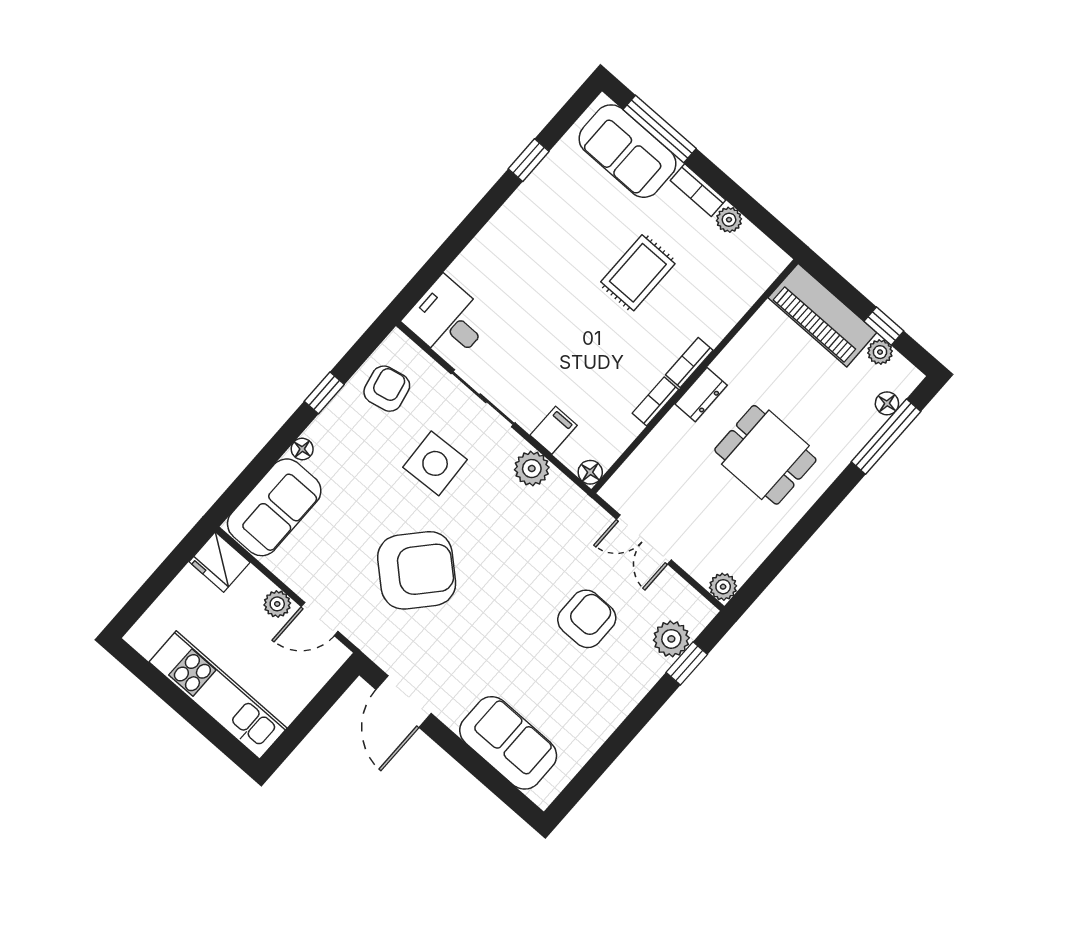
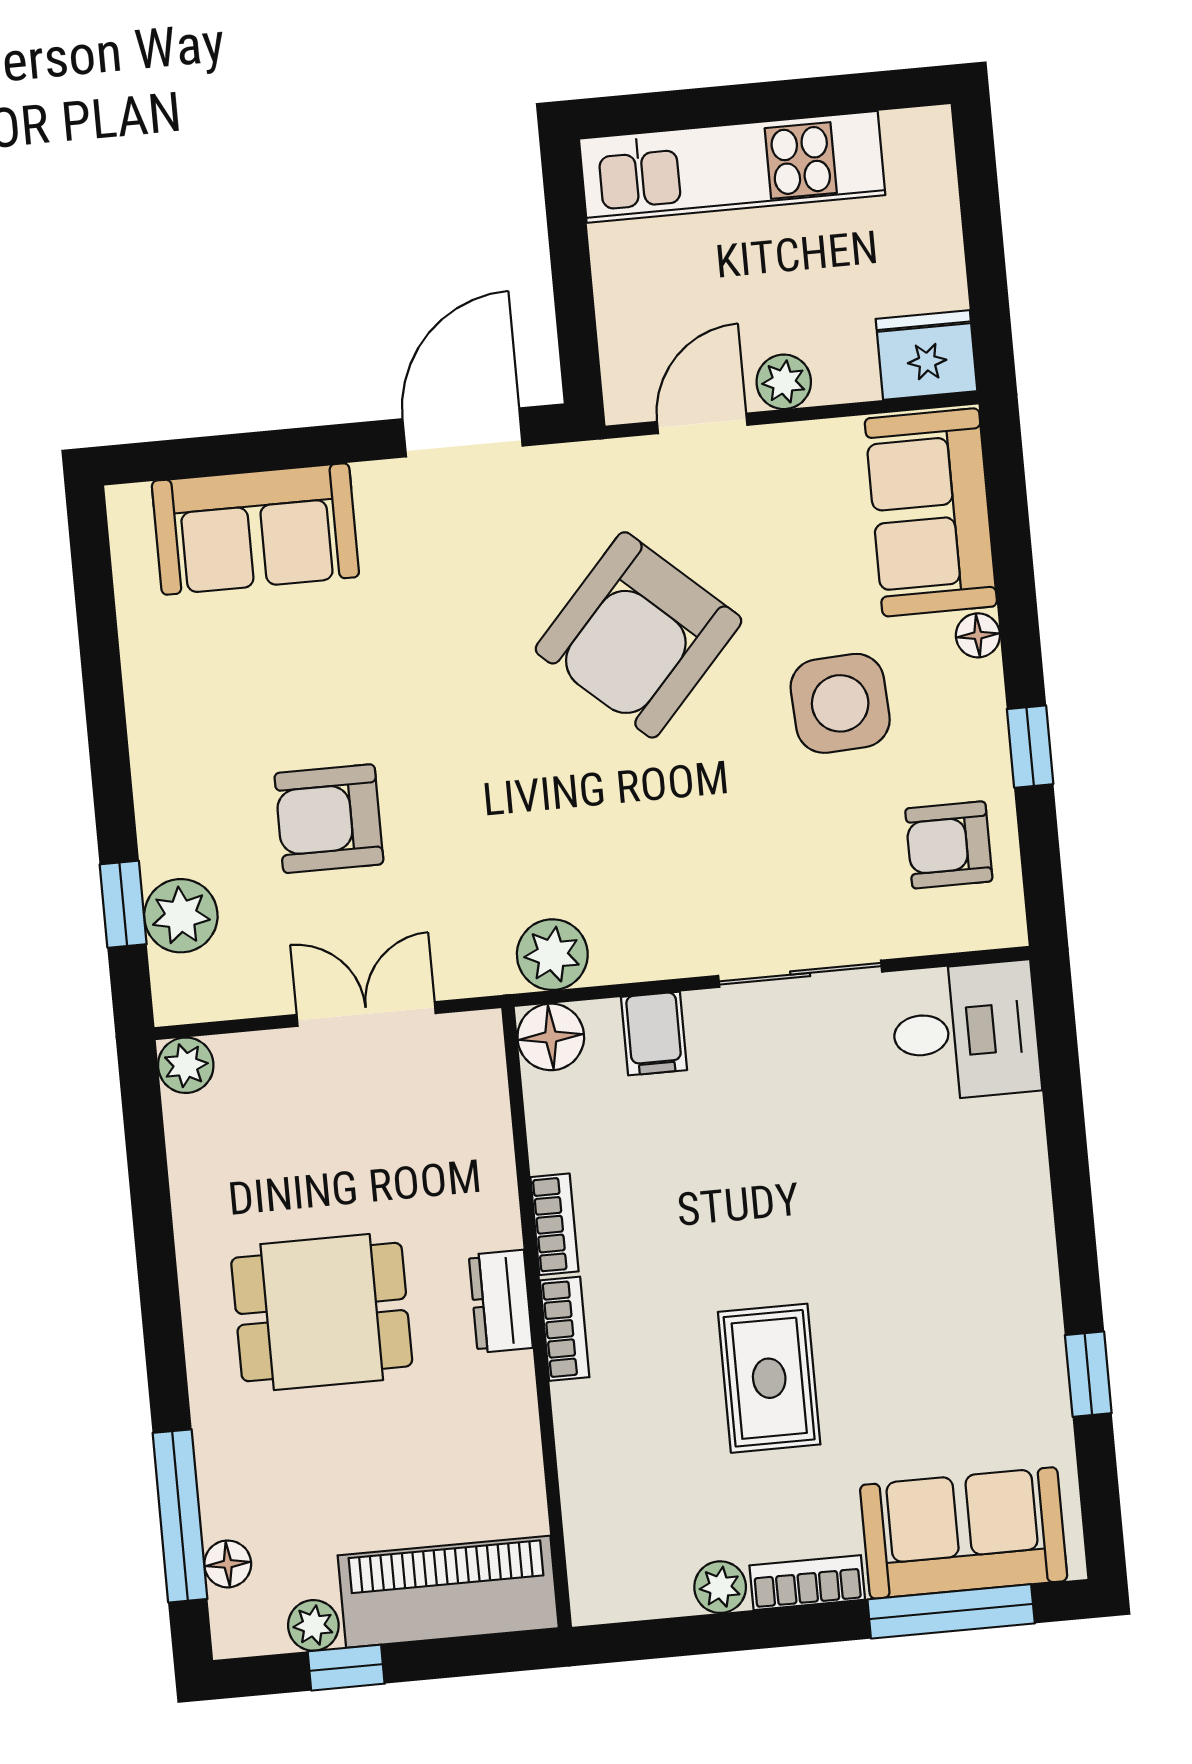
armchair: (387, 389) -> (949, 845), turned 102
side table: (435, 463) -> (840, 703), moved
plant: (532, 469) -> (552, 955), moved
floor lamp: (590, 472) -> (551, 1037), width x1.37, depth x1.37
armchair: (587, 619) -> (329, 819), turned 90
door: (404, 702) -> (463, 432), hinge flipped

